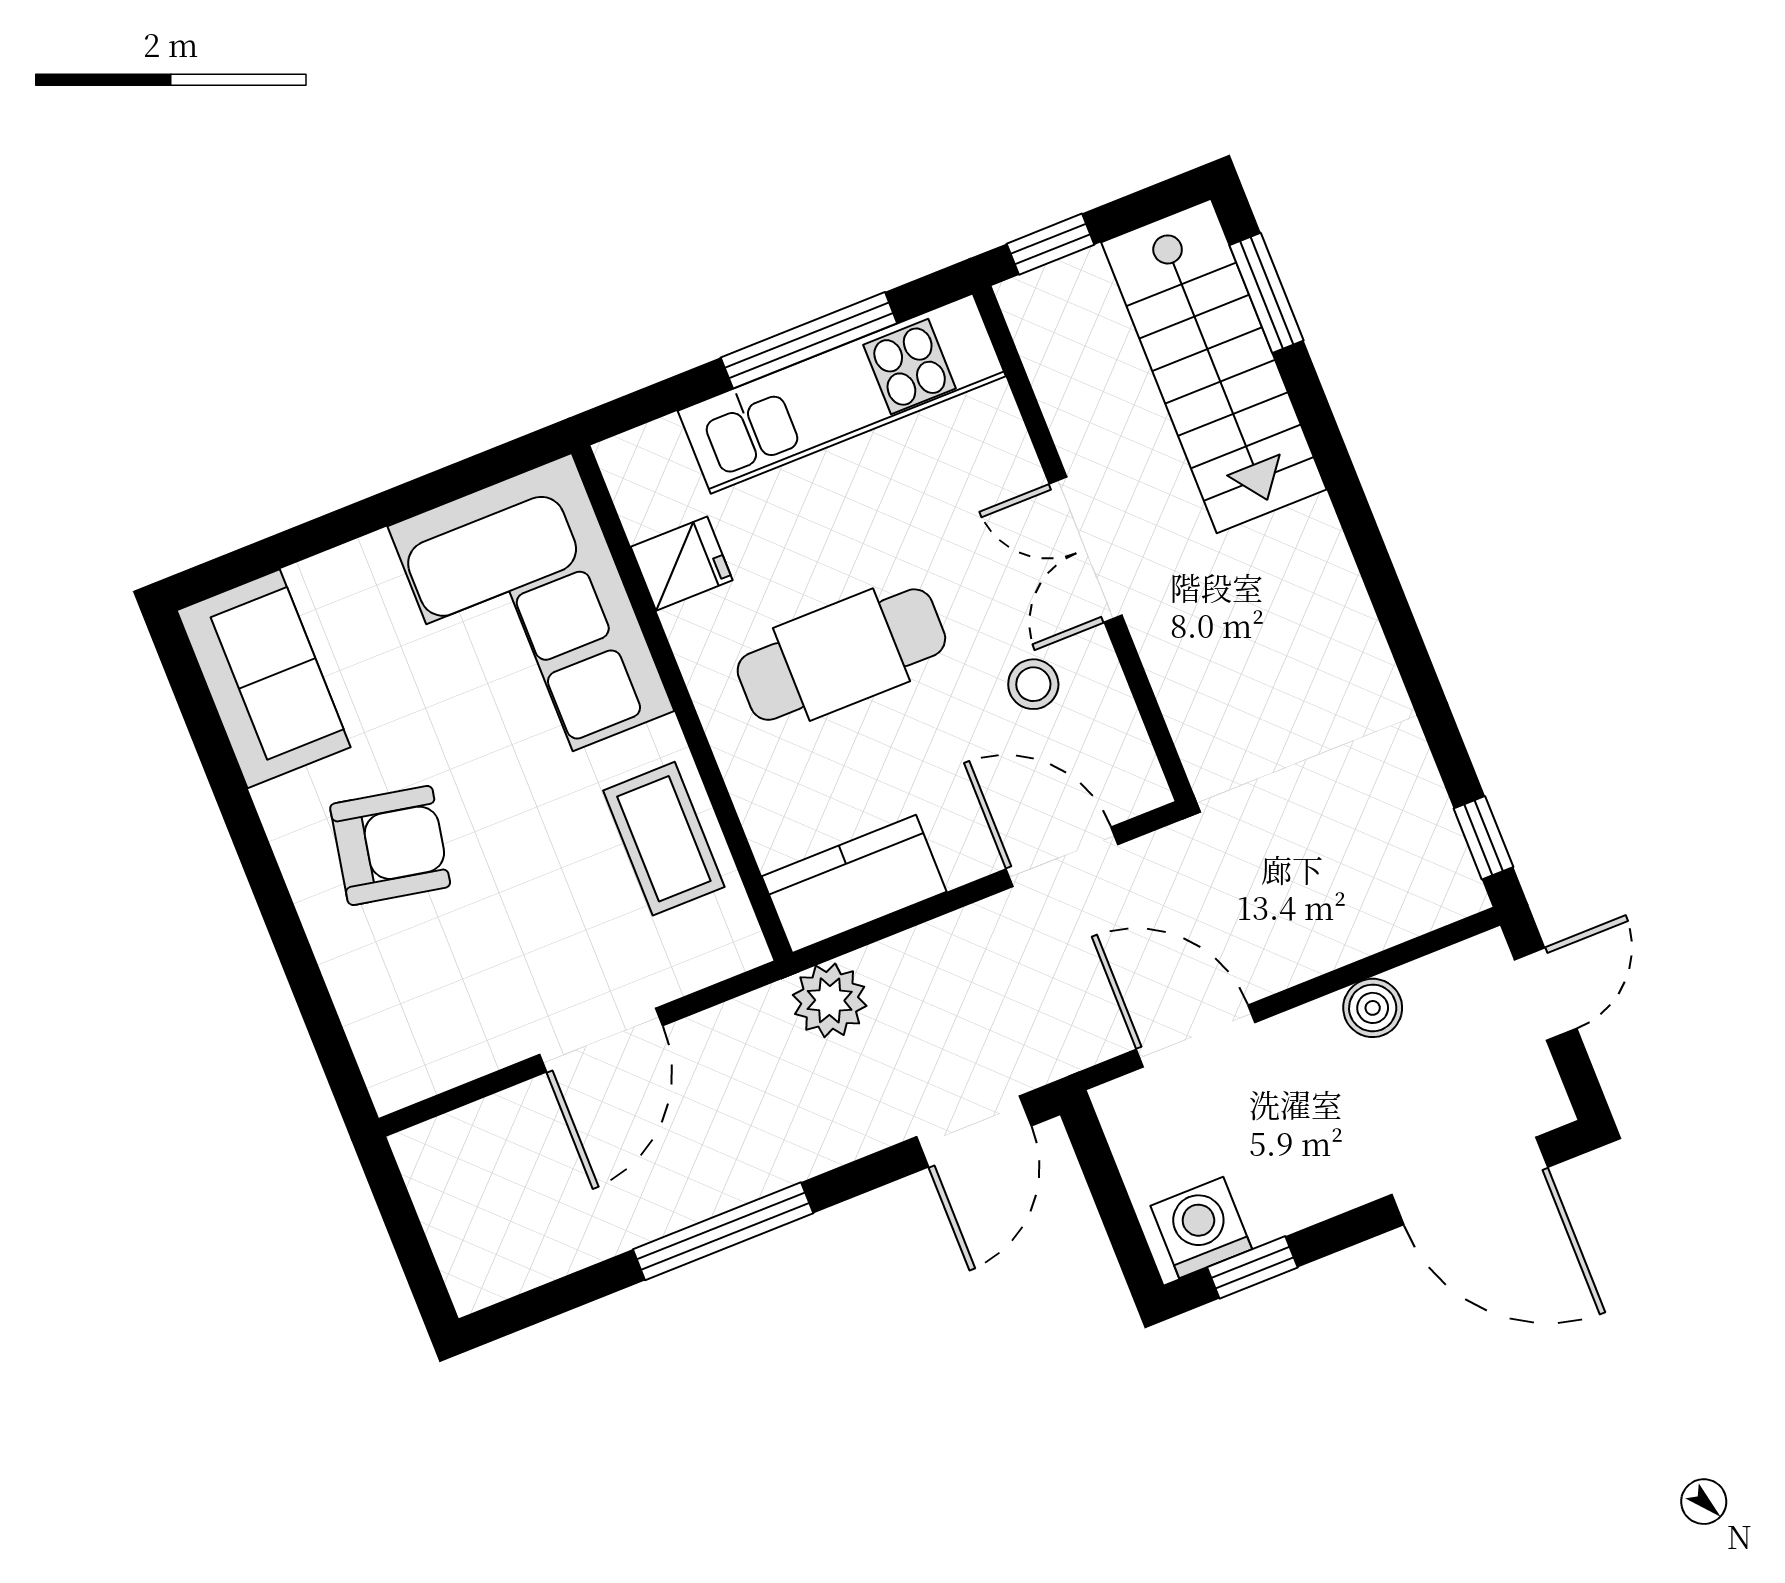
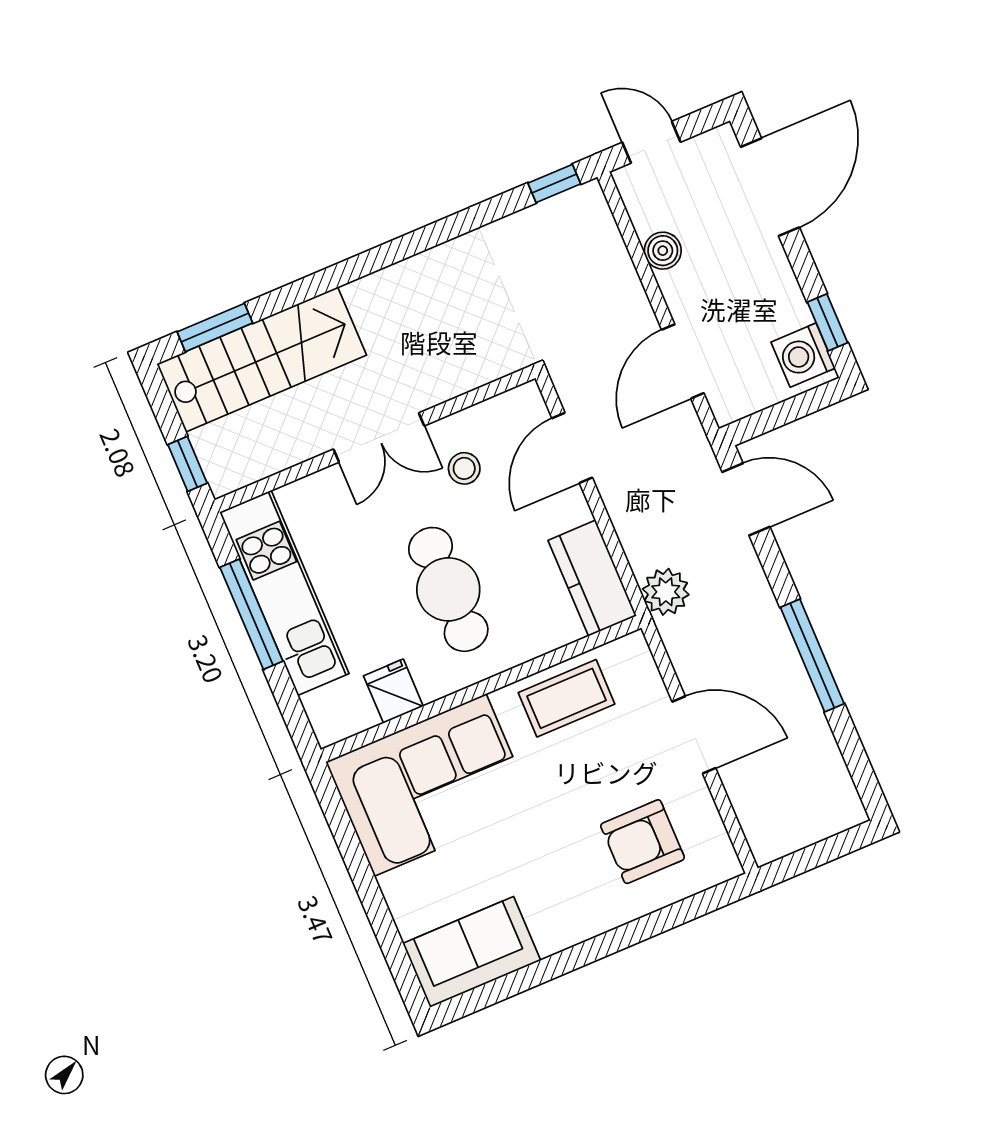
armchair: (390, 845) -> (643, 842), moved, turned -101

